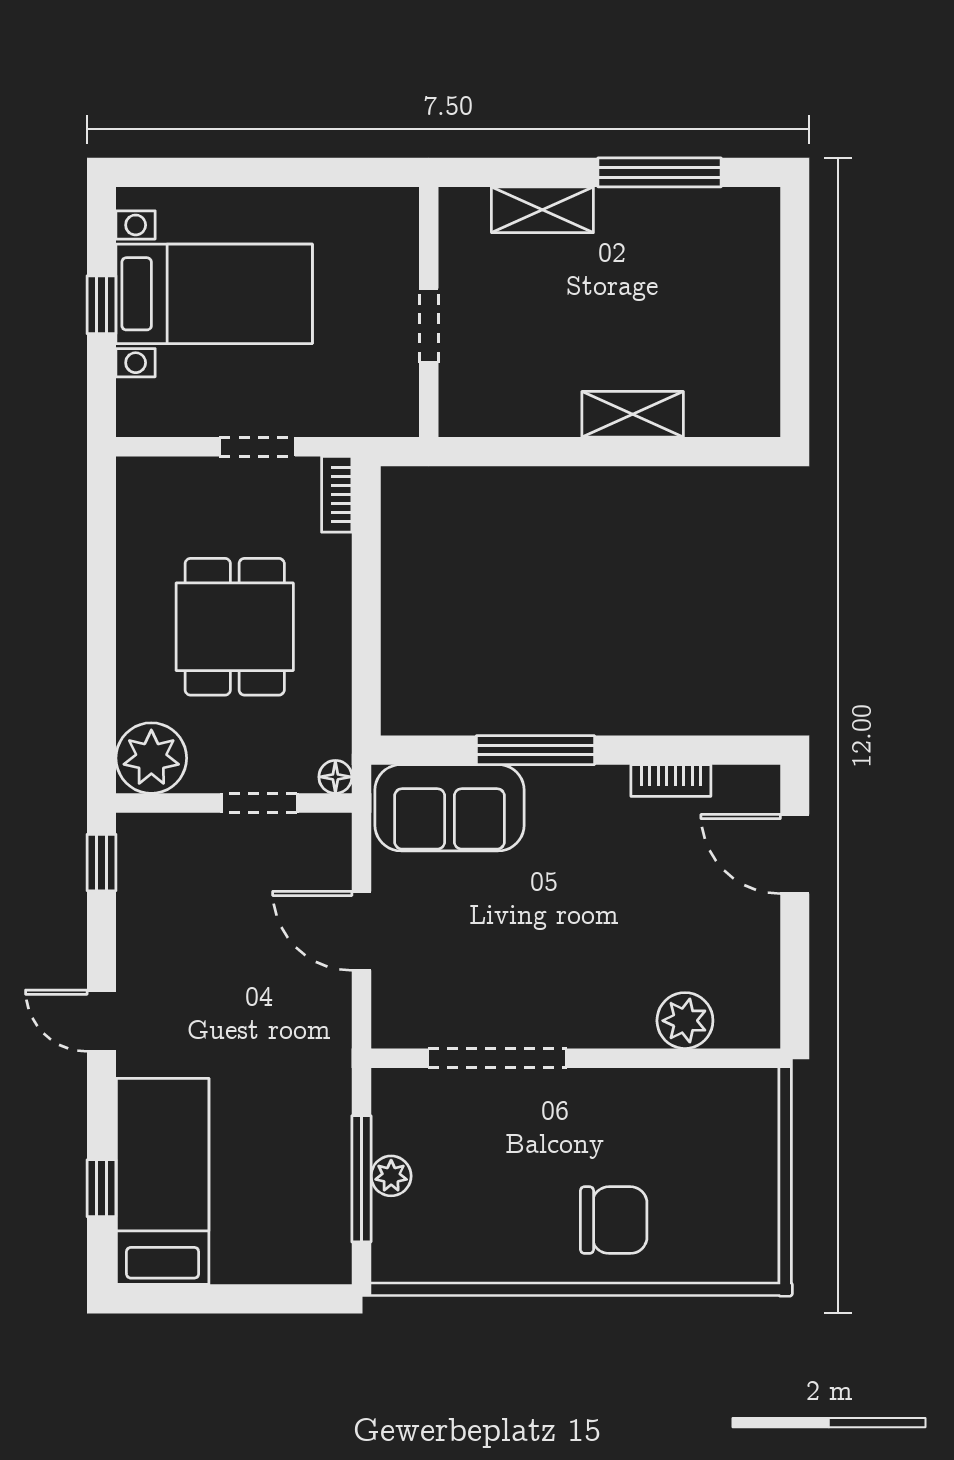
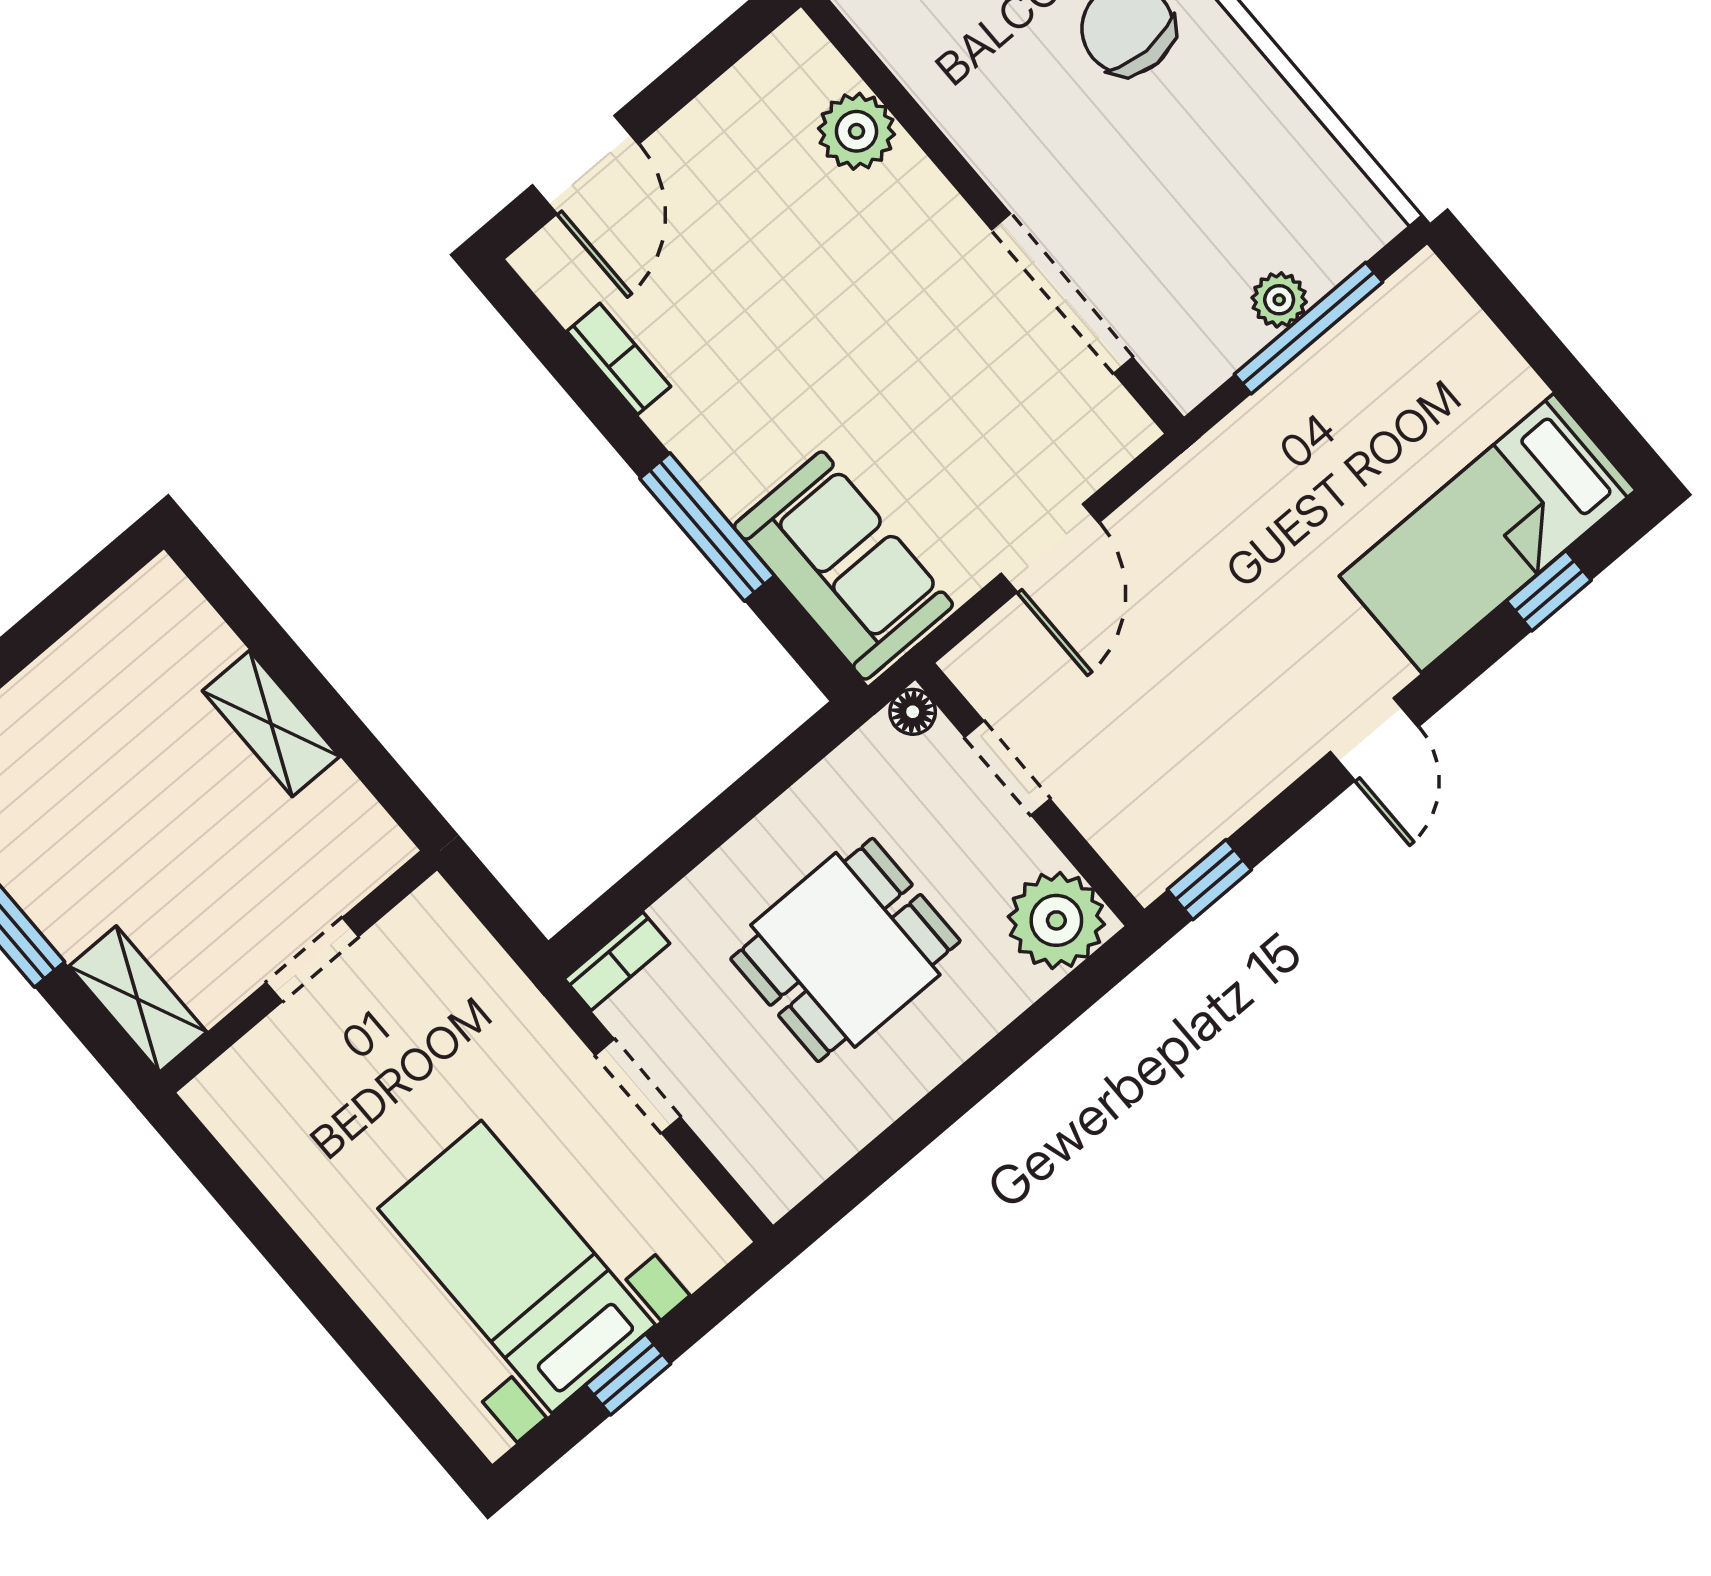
wall: (429, 312) -> (298, 972), moved
doorway: (429, 326) -> (312, 960), moved

